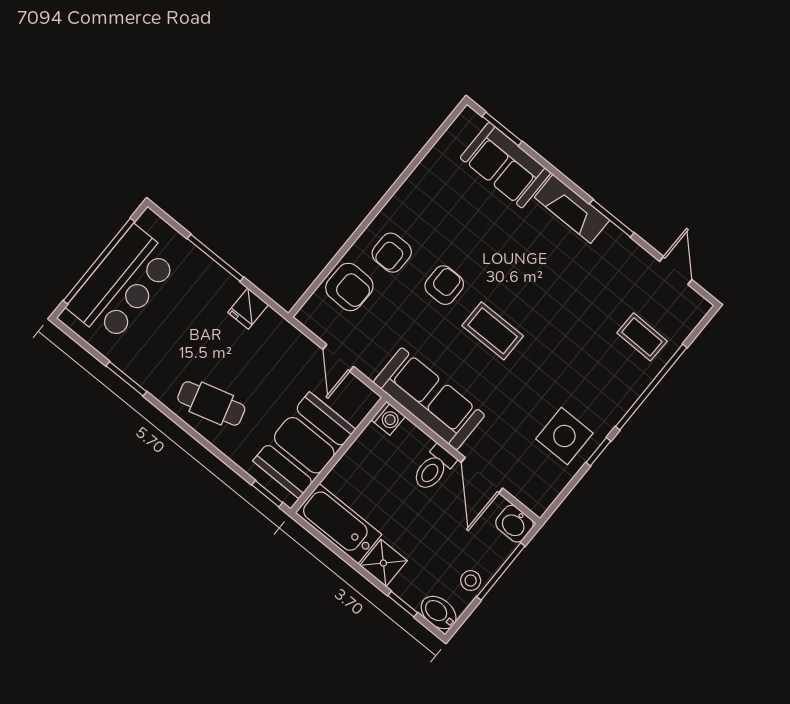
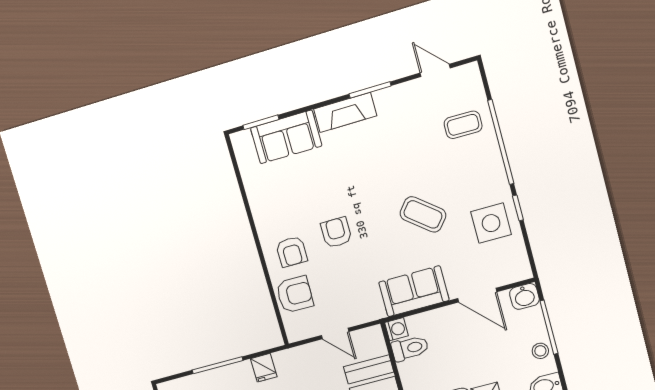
coffee table: (493, 331) -> (423, 214), moved, turned 39
sofa: (429, 399) -> (414, 291), width x0.73
toilet: (434, 468) -> (410, 348), moved, turned -90

